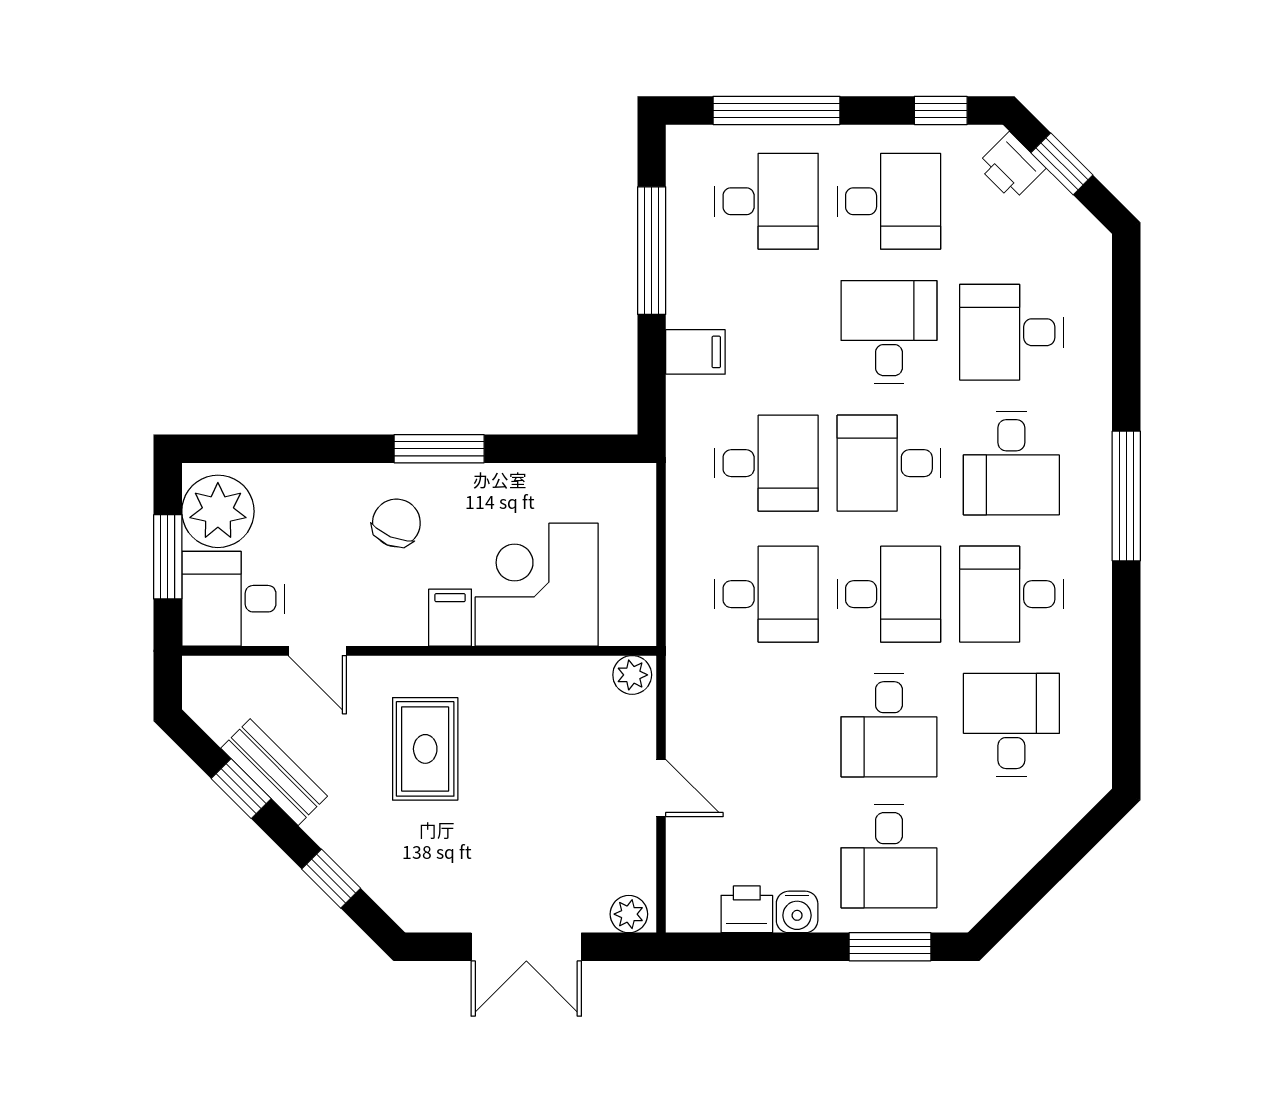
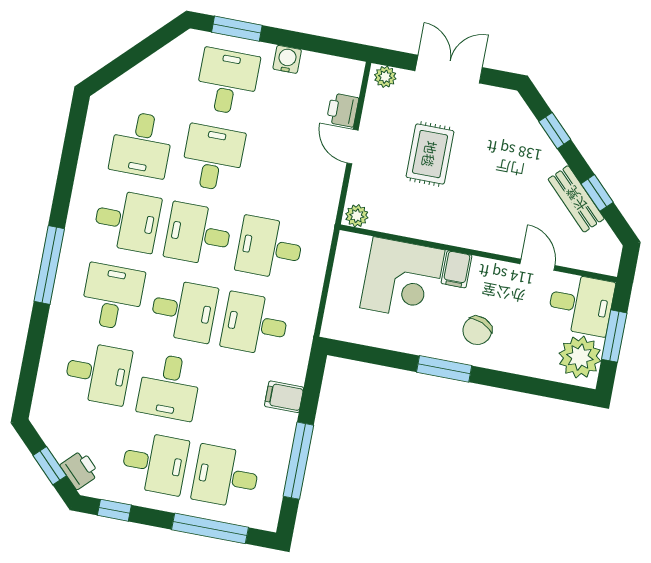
desk: (889, 201) -> (155, 463), turned 180
rug: (425, 749) -> (430, 154), moved
printer: (747, 909) -> (343, 110), moved, turned 90

